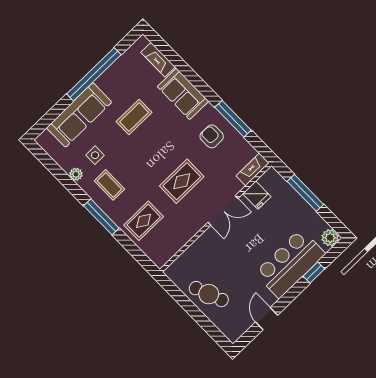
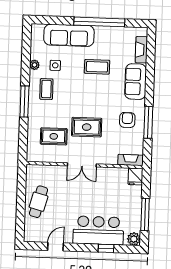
window: (305, 193) -> (145, 214), moved
fridge: (257, 195) -> (136, 177), moved
double door: (223, 210) -> (82, 165), moved
rug: (144, 221) -> (54, 136), moved
cafe table: (209, 294) -> (39, 202), turned 36

